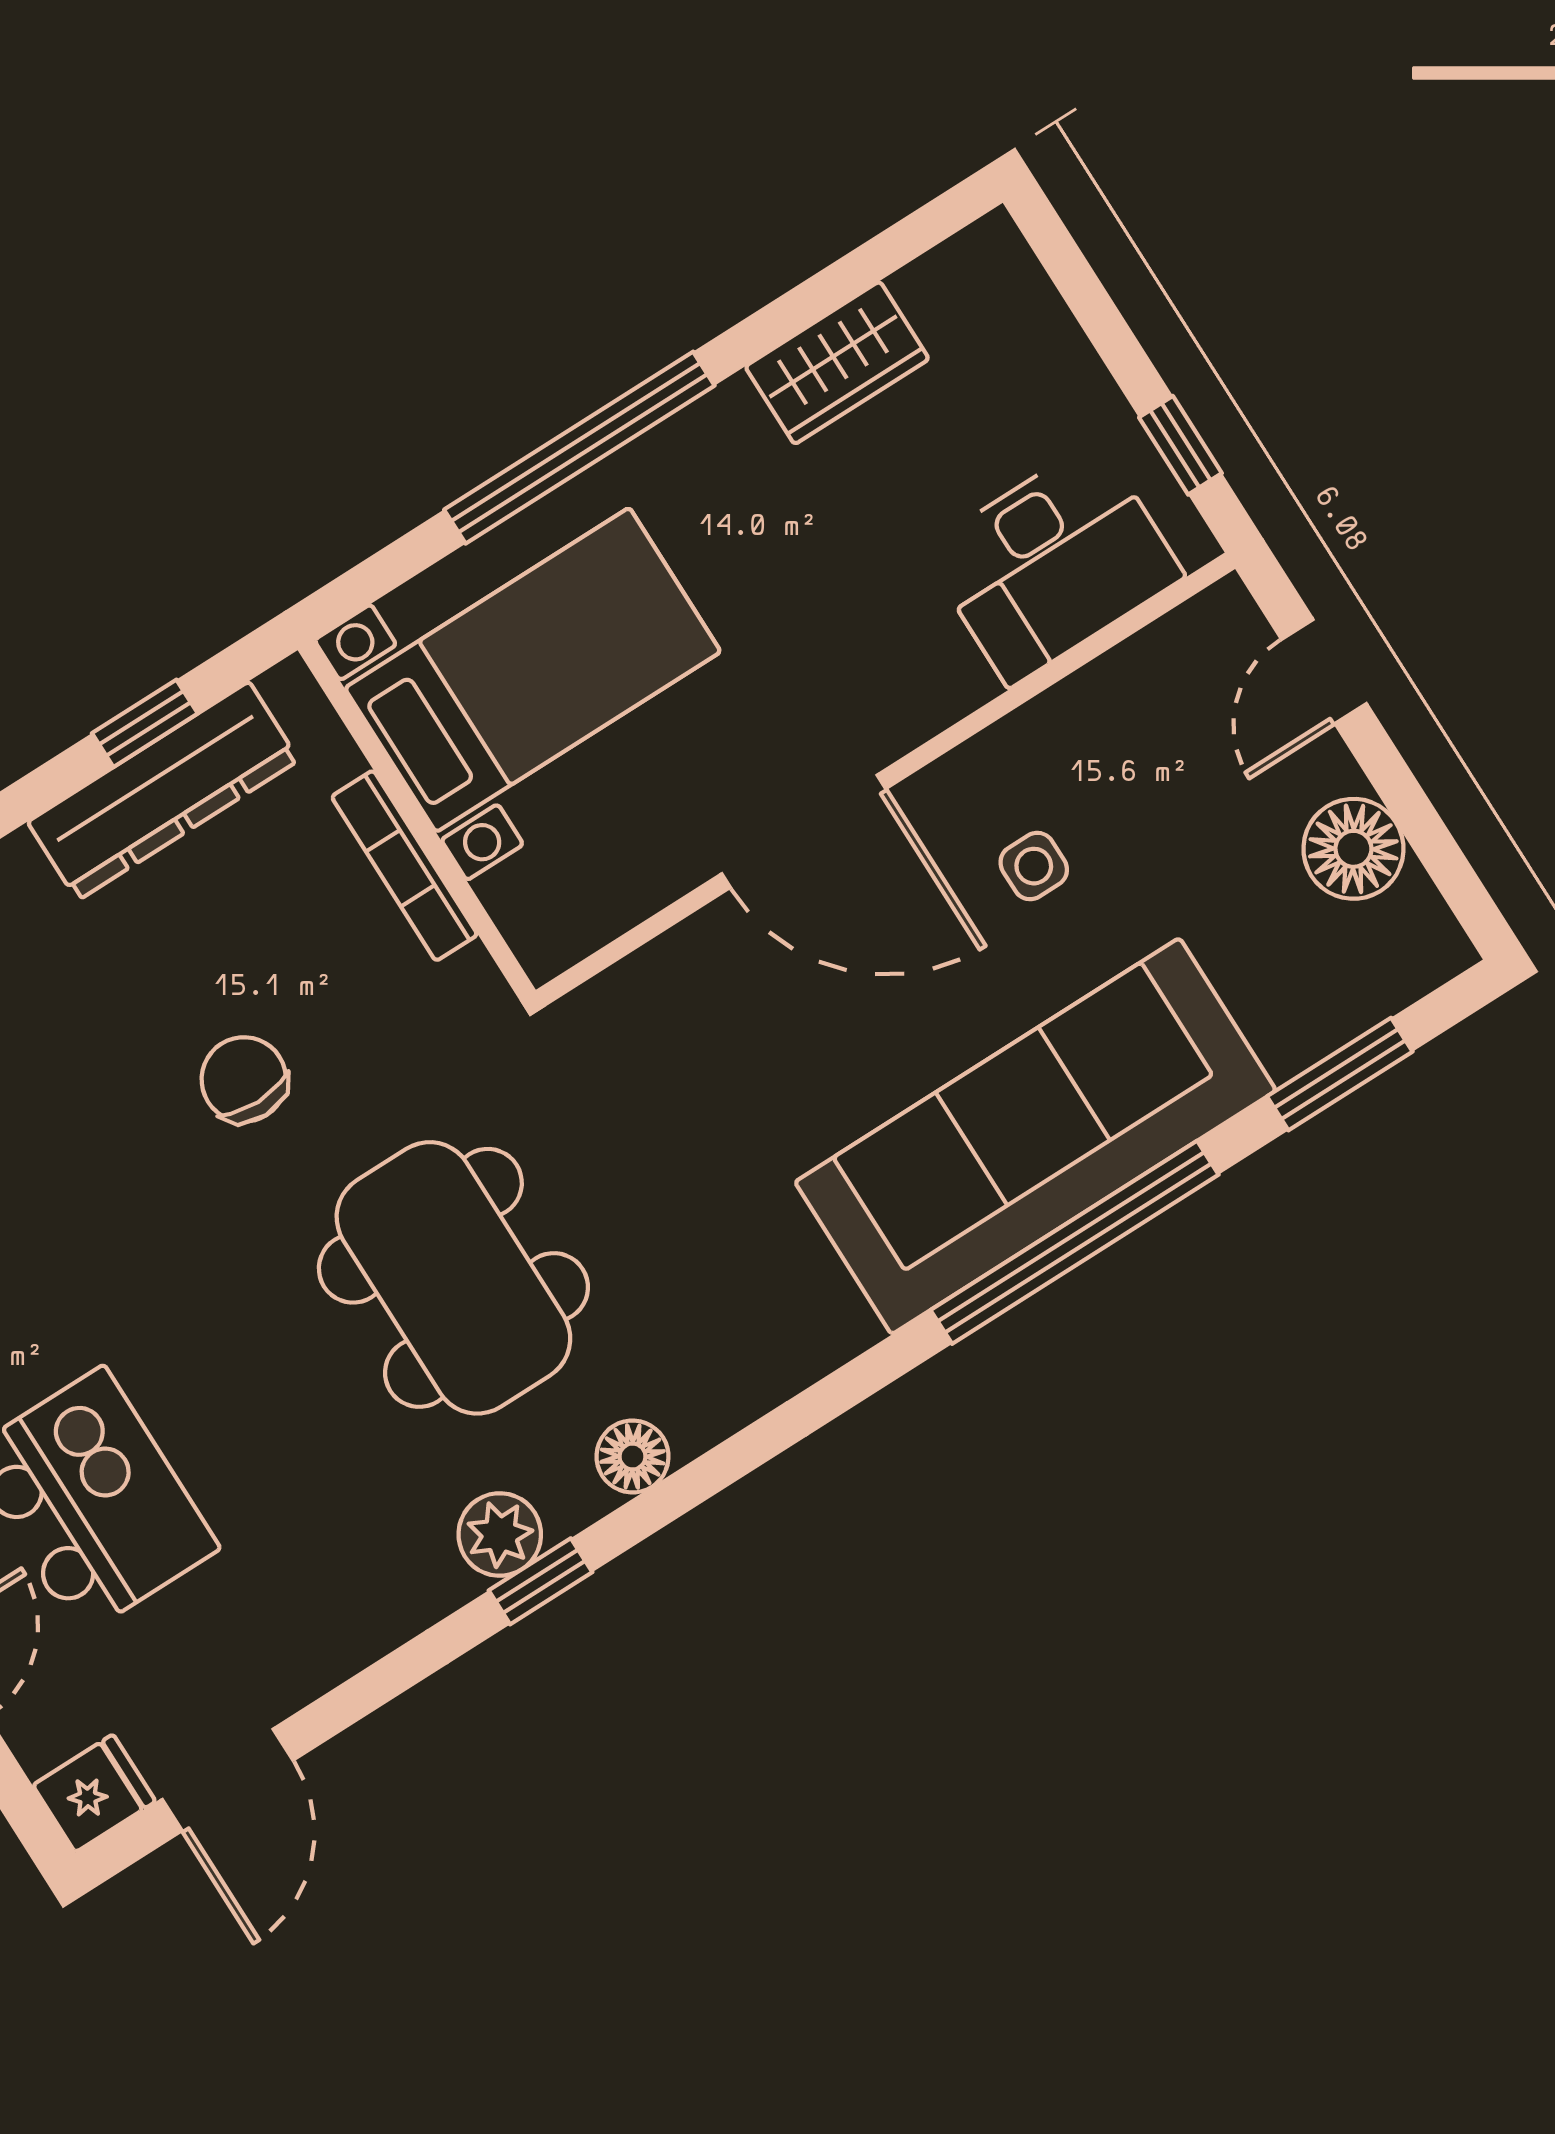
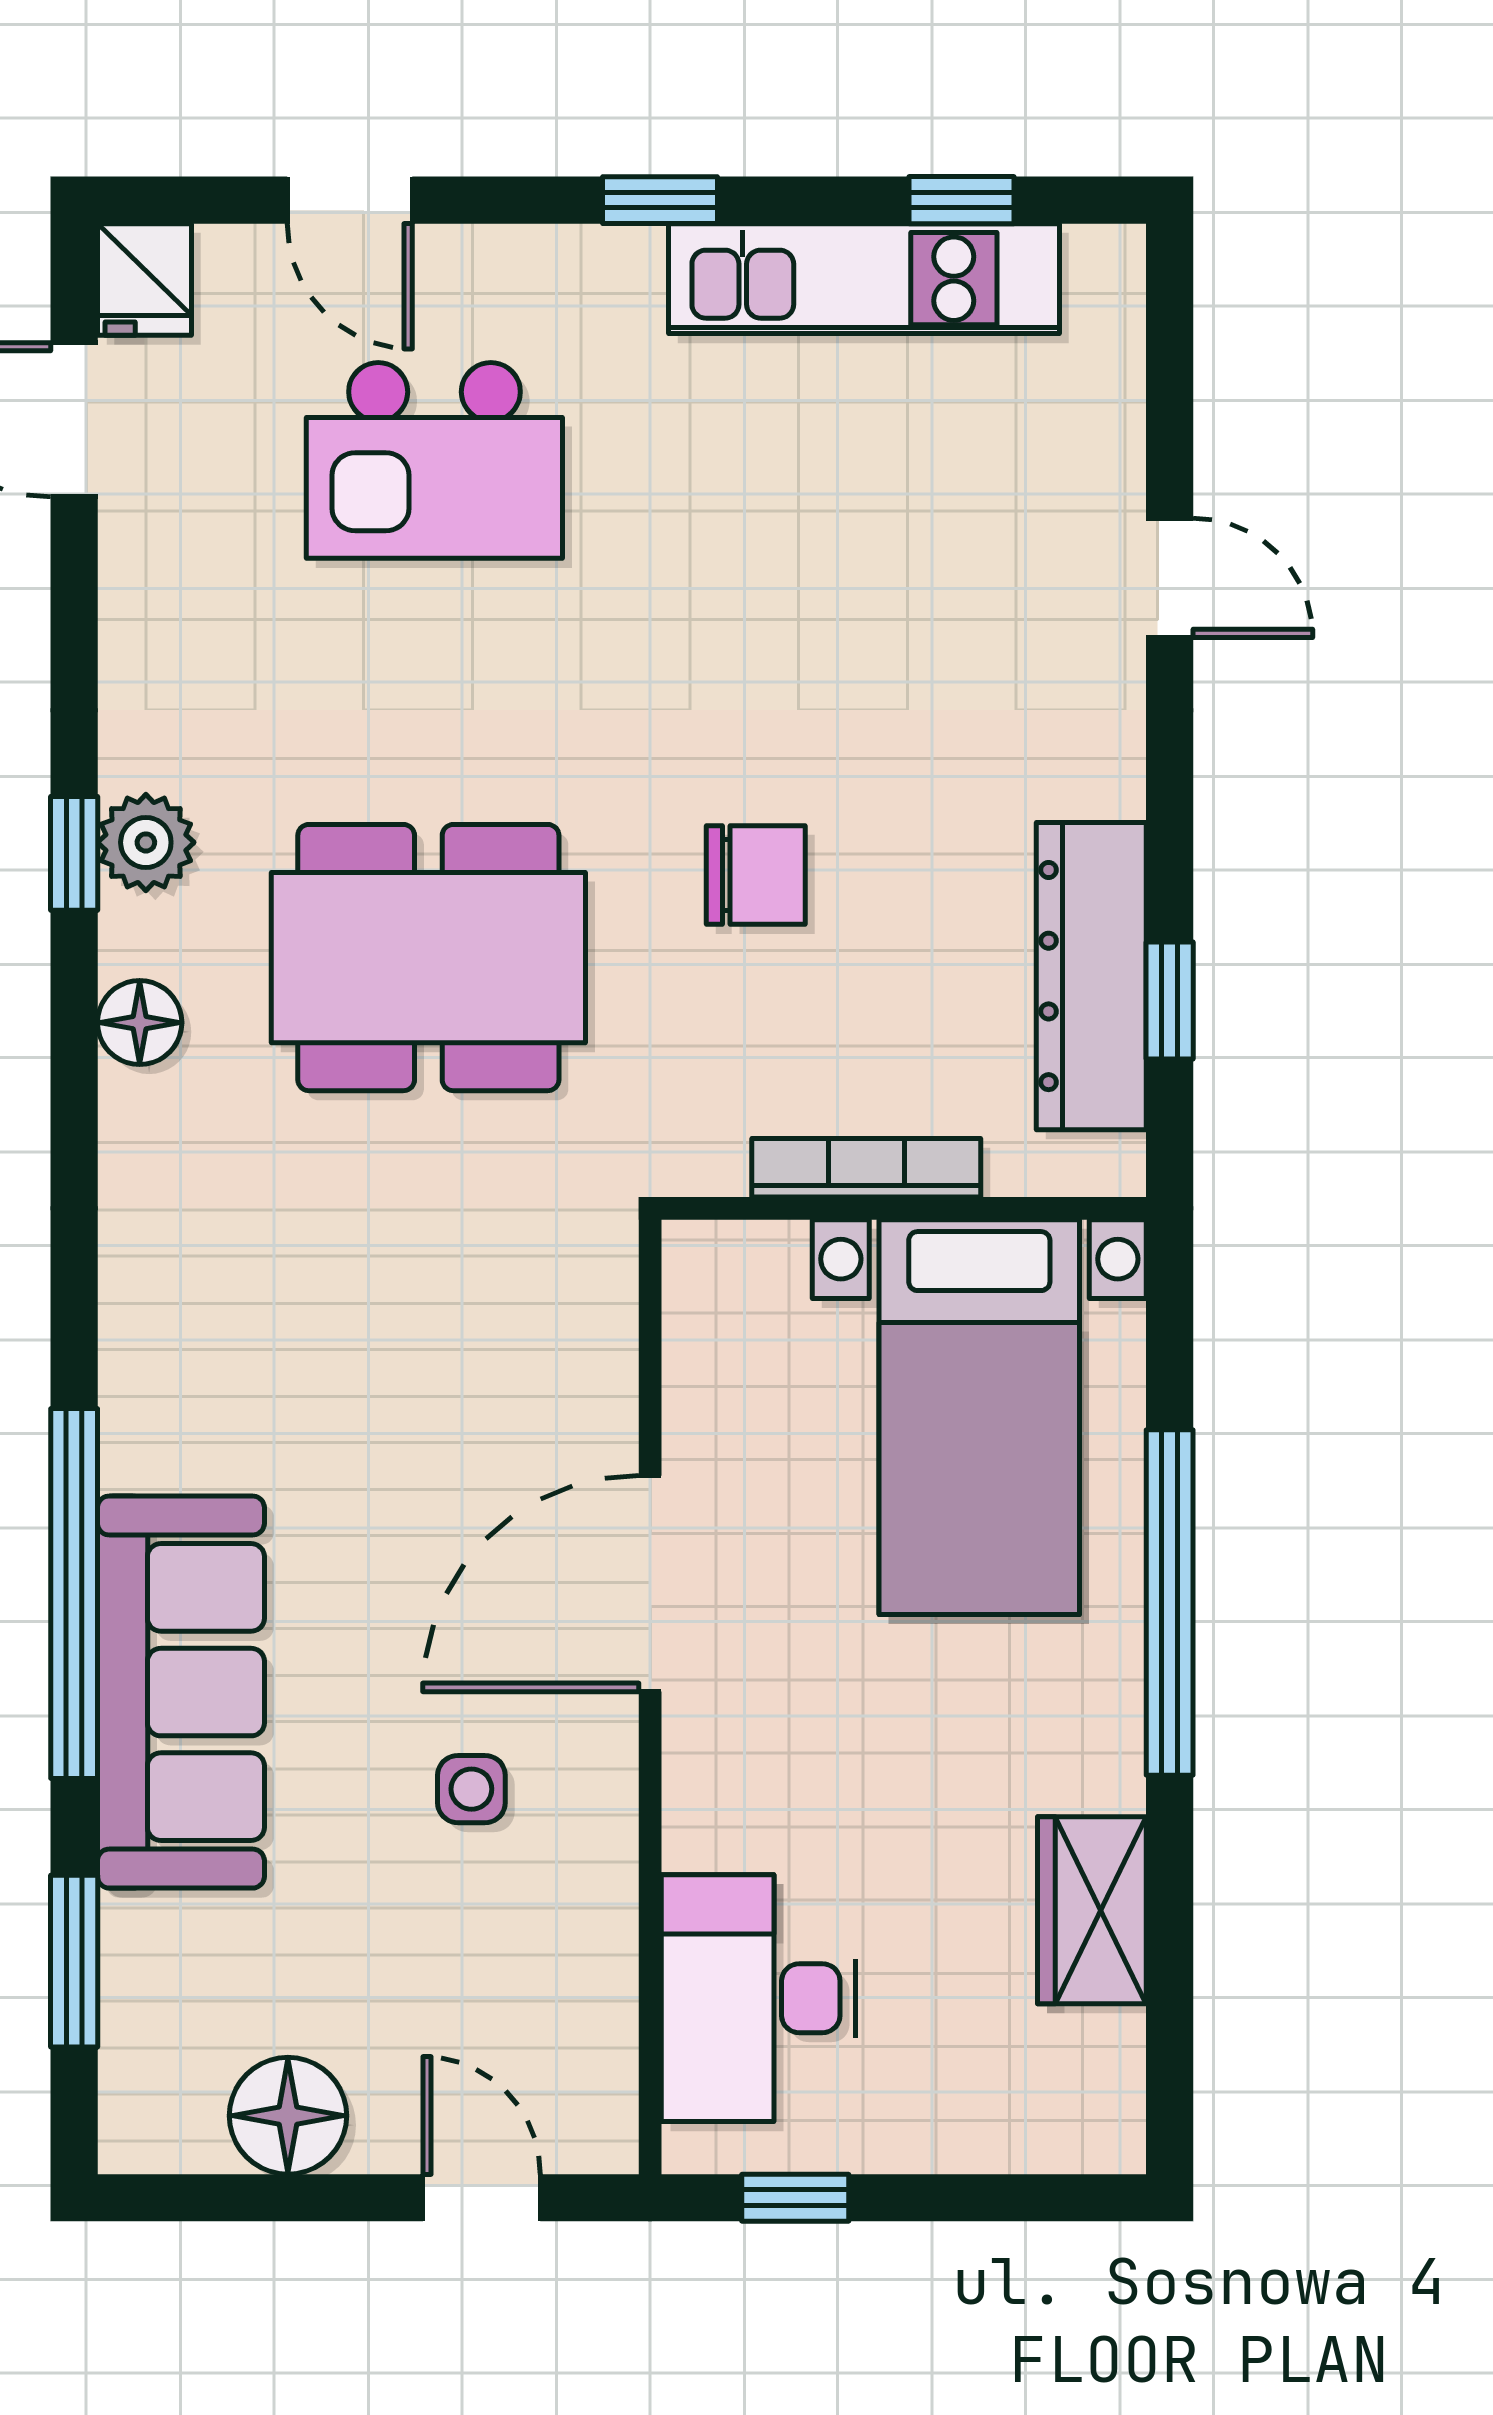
sofa: (1035, 1136) -> (181, 1692), width x0.74, depth x0.79

